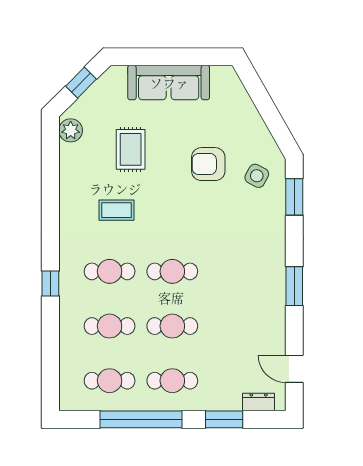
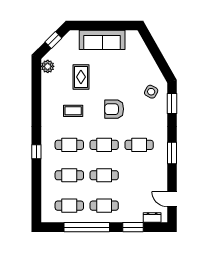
armchair: (208, 164) -> (114, 109), moved
cafe table: (235, 271) -> (139, 145), added

